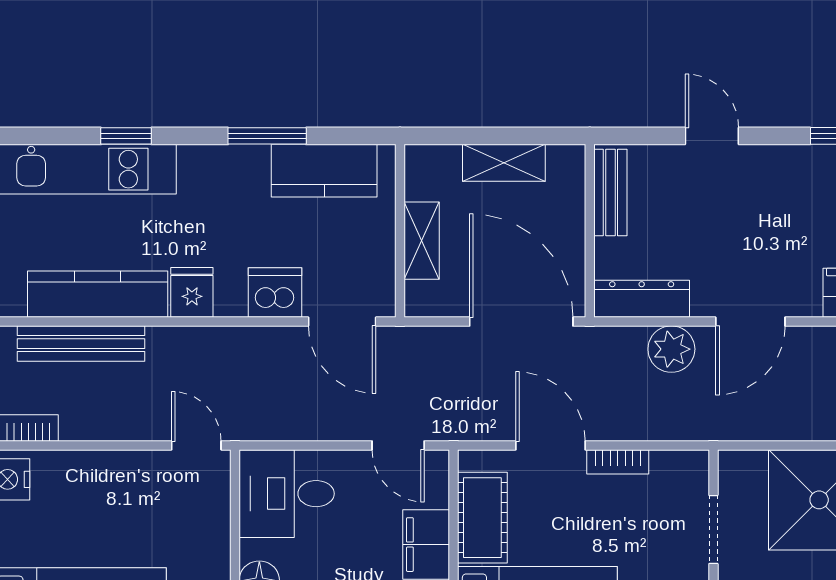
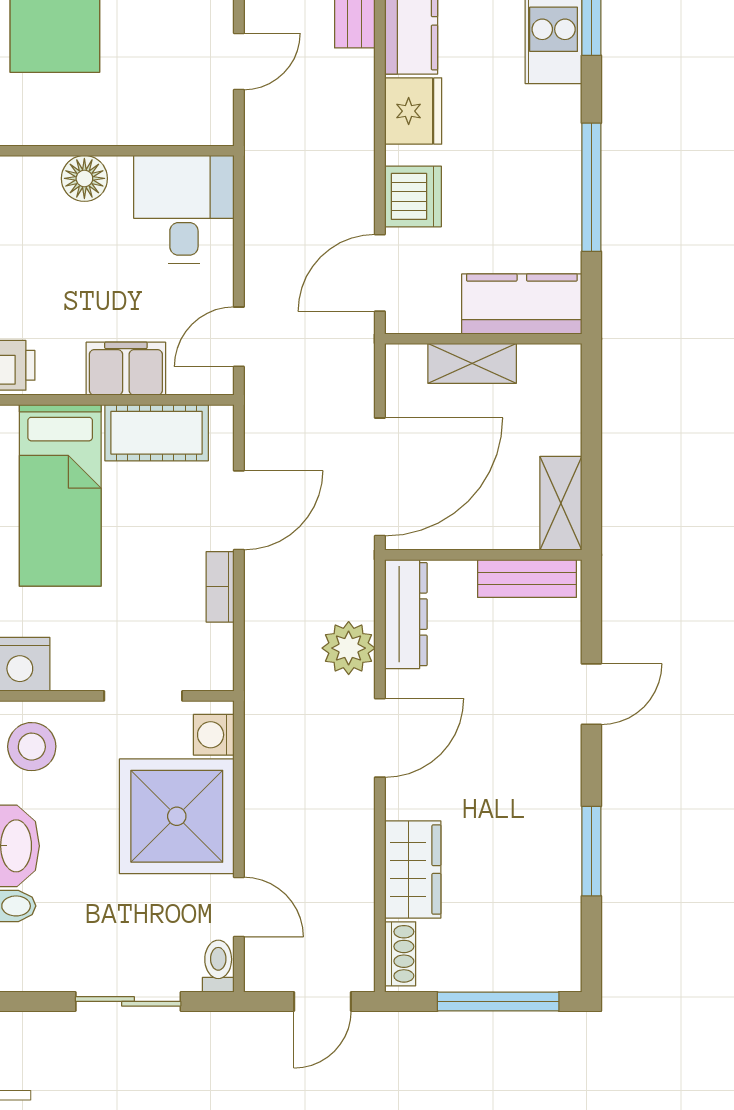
window: (267, 136) -> (591, 187), width x1.44
shelving: (504, 163) -> (561, 503), moved
kitchen counter: (324, 171) -> (522, 304), moved, turned 90
fridge: (192, 292) -> (413, 111), width x1.38
door: (750, 322) -> (380, 738), swing flipped
door: (196, 445) -> (239, 62), moved
washing machine: (748, 467) -> (214, 735), added

